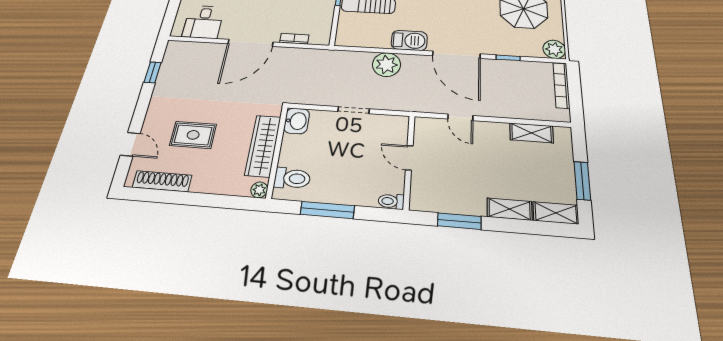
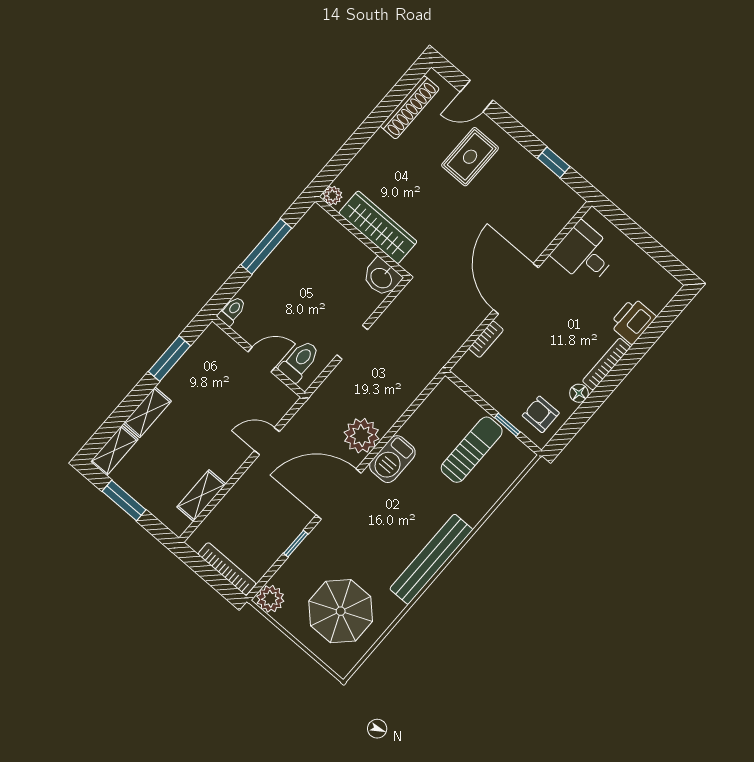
plant: (386, 65) -> (362, 436), moved
rug: (193, 135) -> (470, 157), moved
toilet: (292, 178) -> (300, 361), moved, turned 180

